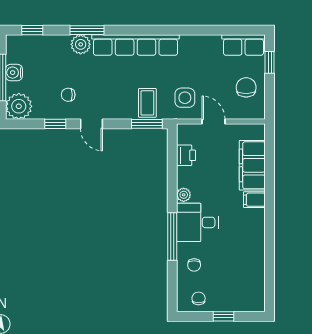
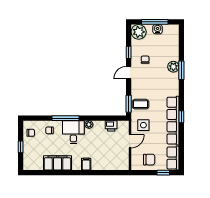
window: (32, 30) -> (181, 117), moved
row of seats: (136, 45) -> (173, 121), moved
filing cabinet: (252, 165) -> (57, 163), moved

